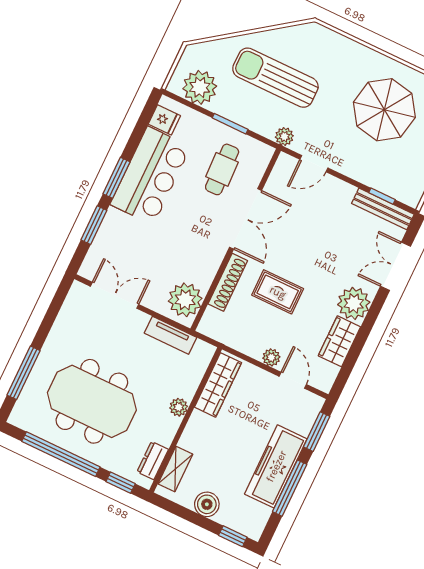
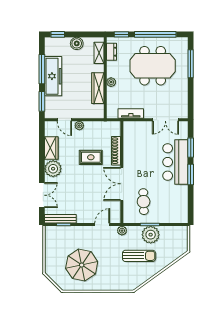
sun lounger: (275, 78) -> (139, 256), width x0.73, depth x0.75
plant: (200, 87) -> (151, 235), moved
fridge: (164, 120) -> (181, 212), removed
bar counter: (150, 176) -> (175, 162), moved
plant: (185, 300) -> (132, 133), removed
wardrobe: (218, 385) -> (98, 88), moved

